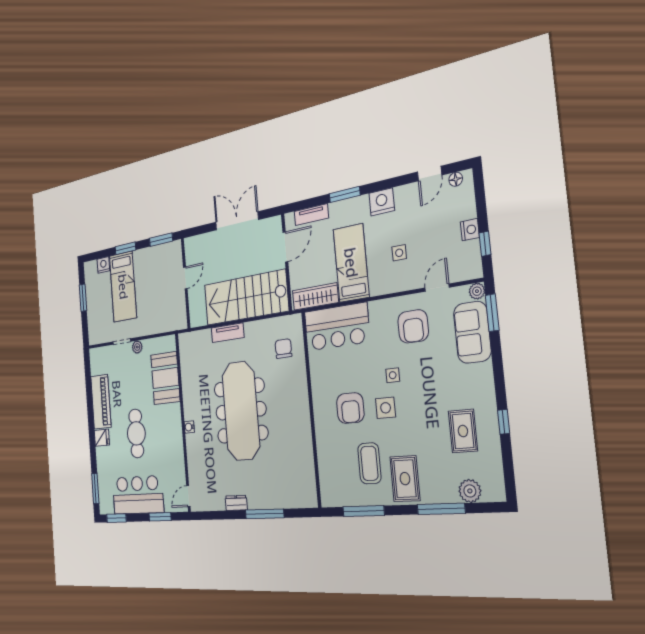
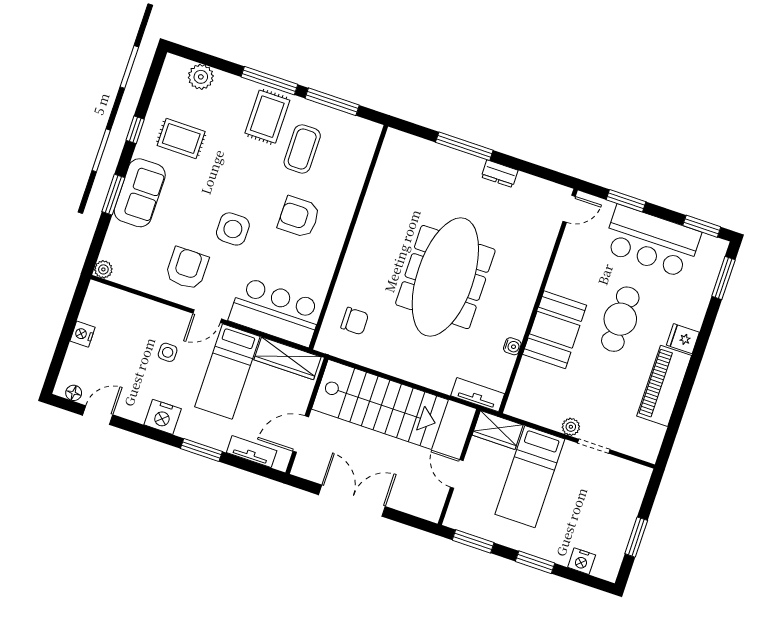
double door: (237, 221) -> (352, 501), swing flipped
window: (485, 244) -> (74, 312), removed
door: (185, 278) -> (457, 474), hinge flipped
bed: (123, 287) -> (530, 477), moved, turned 180
door: (437, 288) -> (207, 316), moved
window: (492, 313) -> (113, 195), moved
wardrobe: (174, 321) -> (498, 430), added
sofa: (472, 332) -> (140, 193), moved
tv unit: (228, 333) -> (478, 395), moved
chair: (283, 349) -> (355, 321), turned -90
side table: (393, 375) -> (233, 229), width x1.87, depth x1.87
booth: (165, 378) -> (555, 330), moved
armchair: (350, 408) -> (299, 217), turned -90
side table: (386, 408) -> (257, 199), removed
water cooler: (189, 427) -> (512, 346), moved
rug: (463, 431) -> (181, 139), turned 90
window: (441, 509) -> (269, 81), moved

